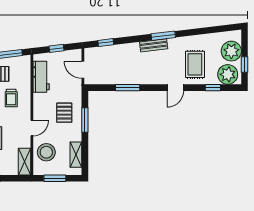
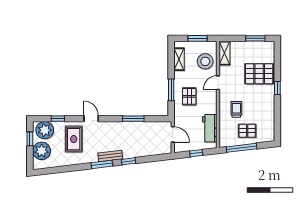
window: (106, 43) -> (128, 161), moved
door: (175, 88) -> (91, 119), hinge flipped

